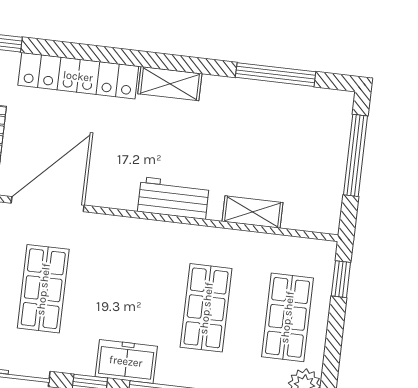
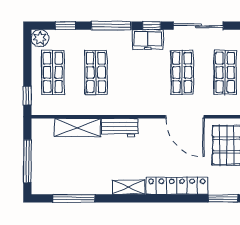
door: (48, 204) -> (185, 117), hinge flipped
shelving: (253, 212) -> (78, 128), width x1.50, depth x1.33
freezer: (126, 361) -> (148, 40), moved

